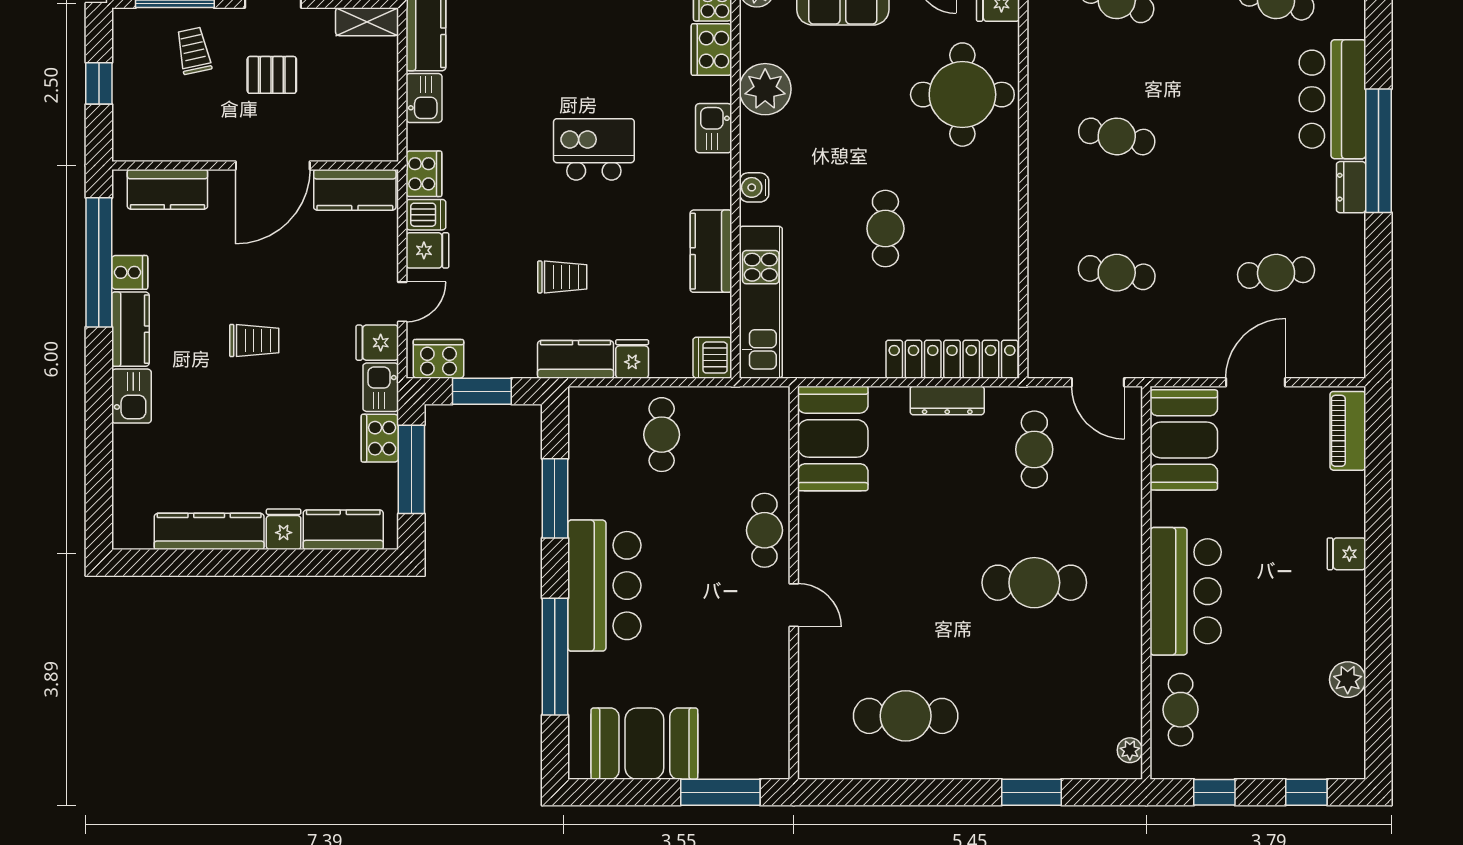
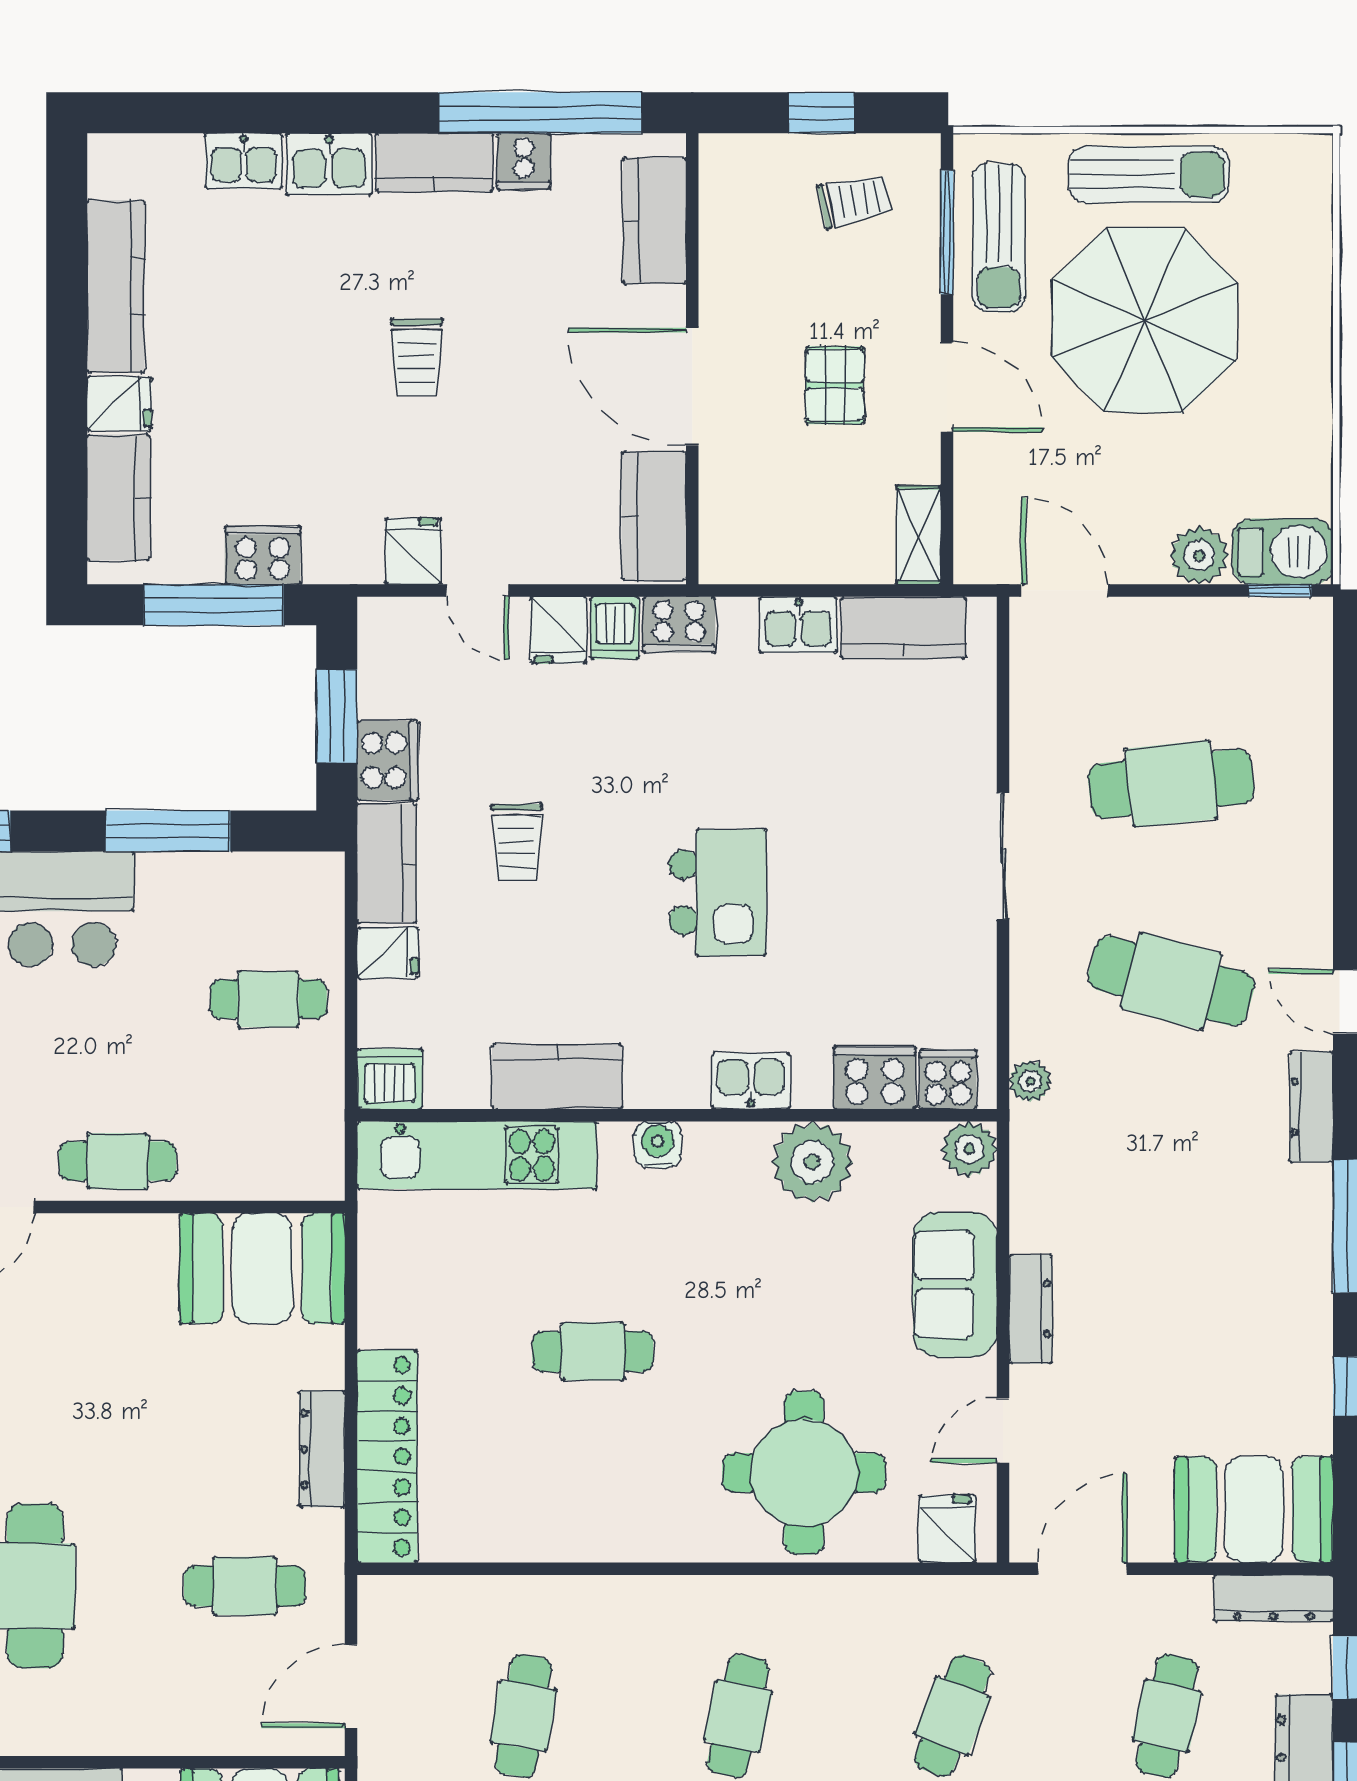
trolley: (194, 51) -> (855, 200), moved
cooker: (438, 359) -> (388, 760), moved
kitchen sink: (381, 387) -> (244, 161), moved, turned 180

